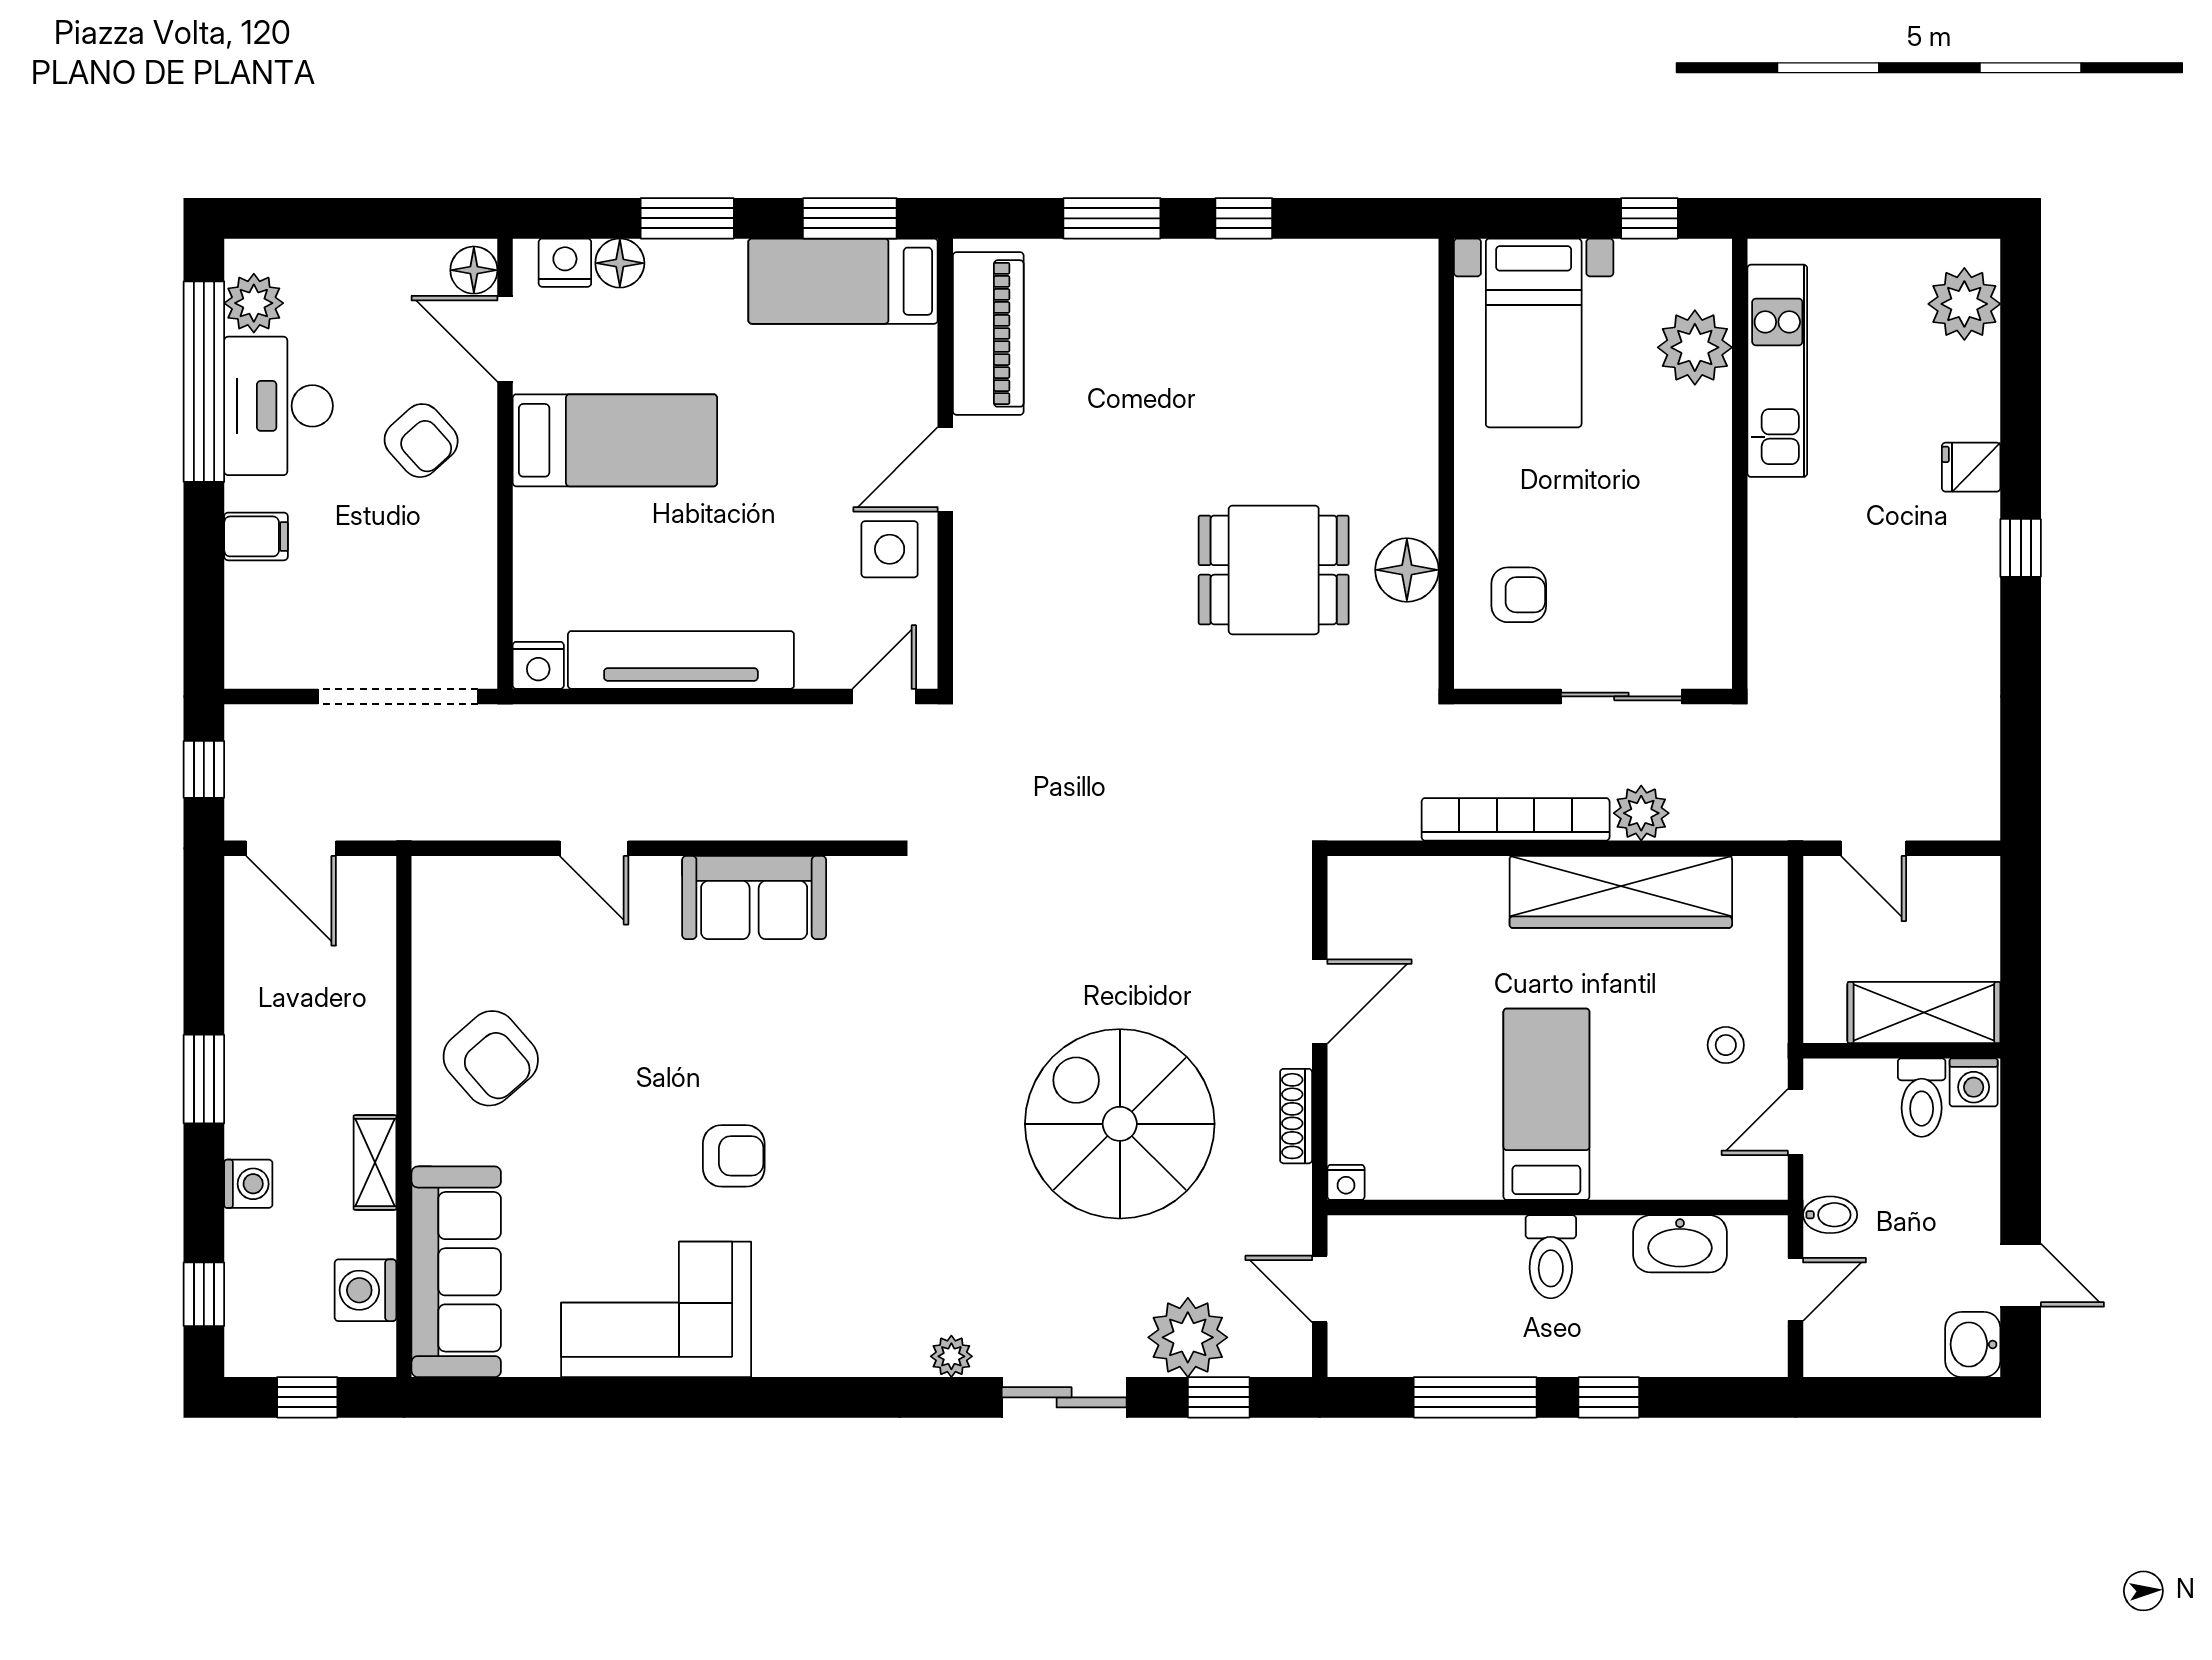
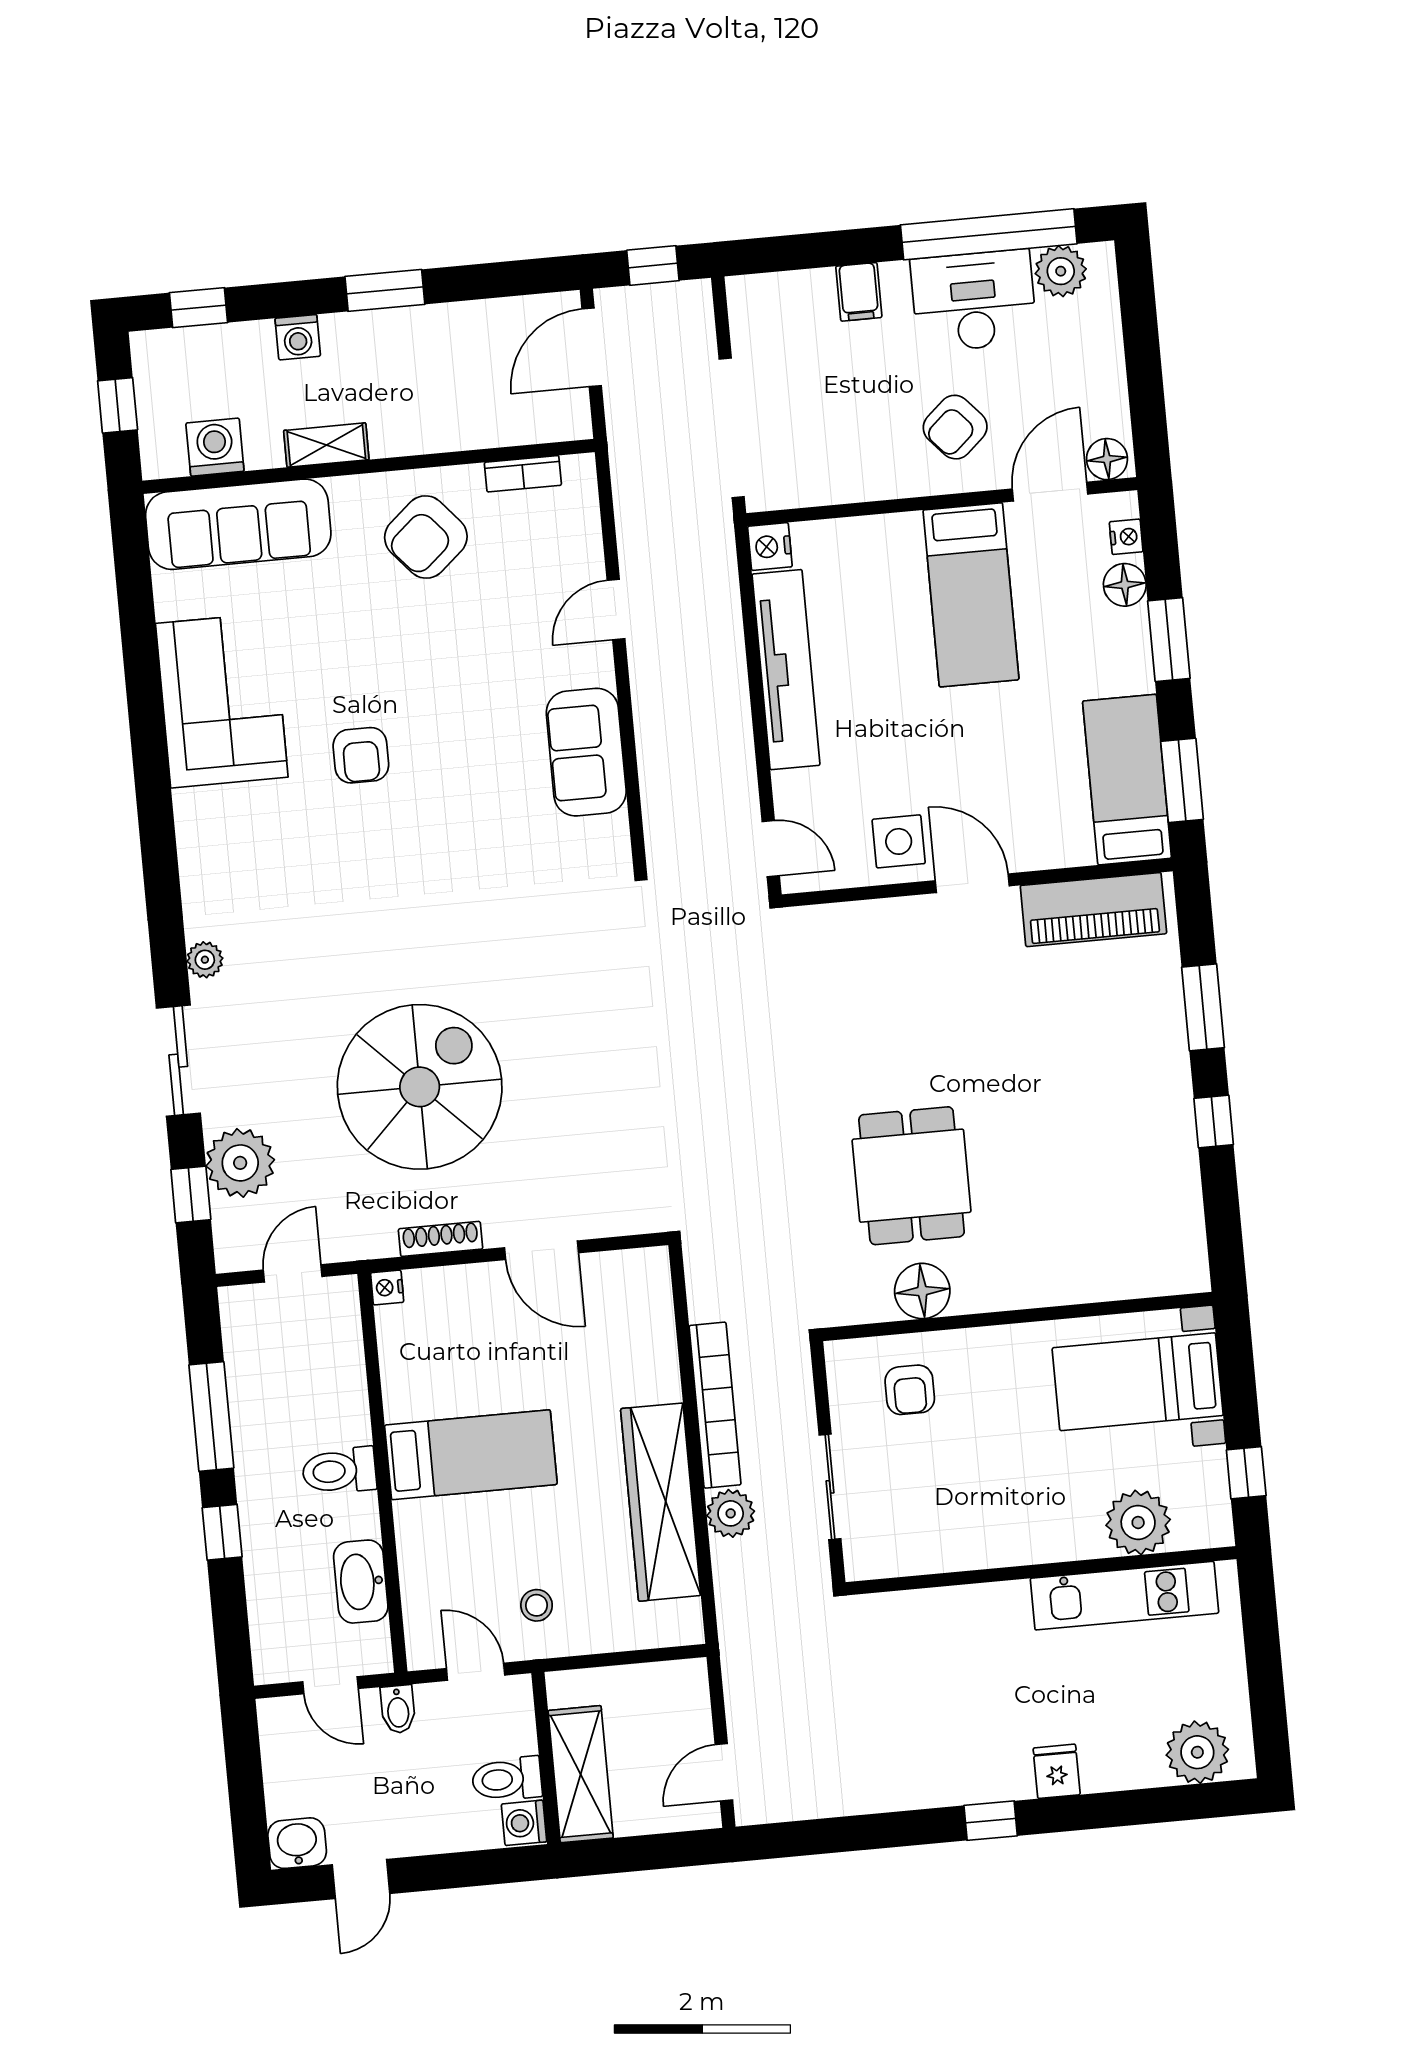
nightstand: (565, 263) -> (1126, 537), width x0.72, depth x0.74
door: (1873, 848) -> (724, 1772), moved
bookcase: (429, 940) -> (523, 474), added

